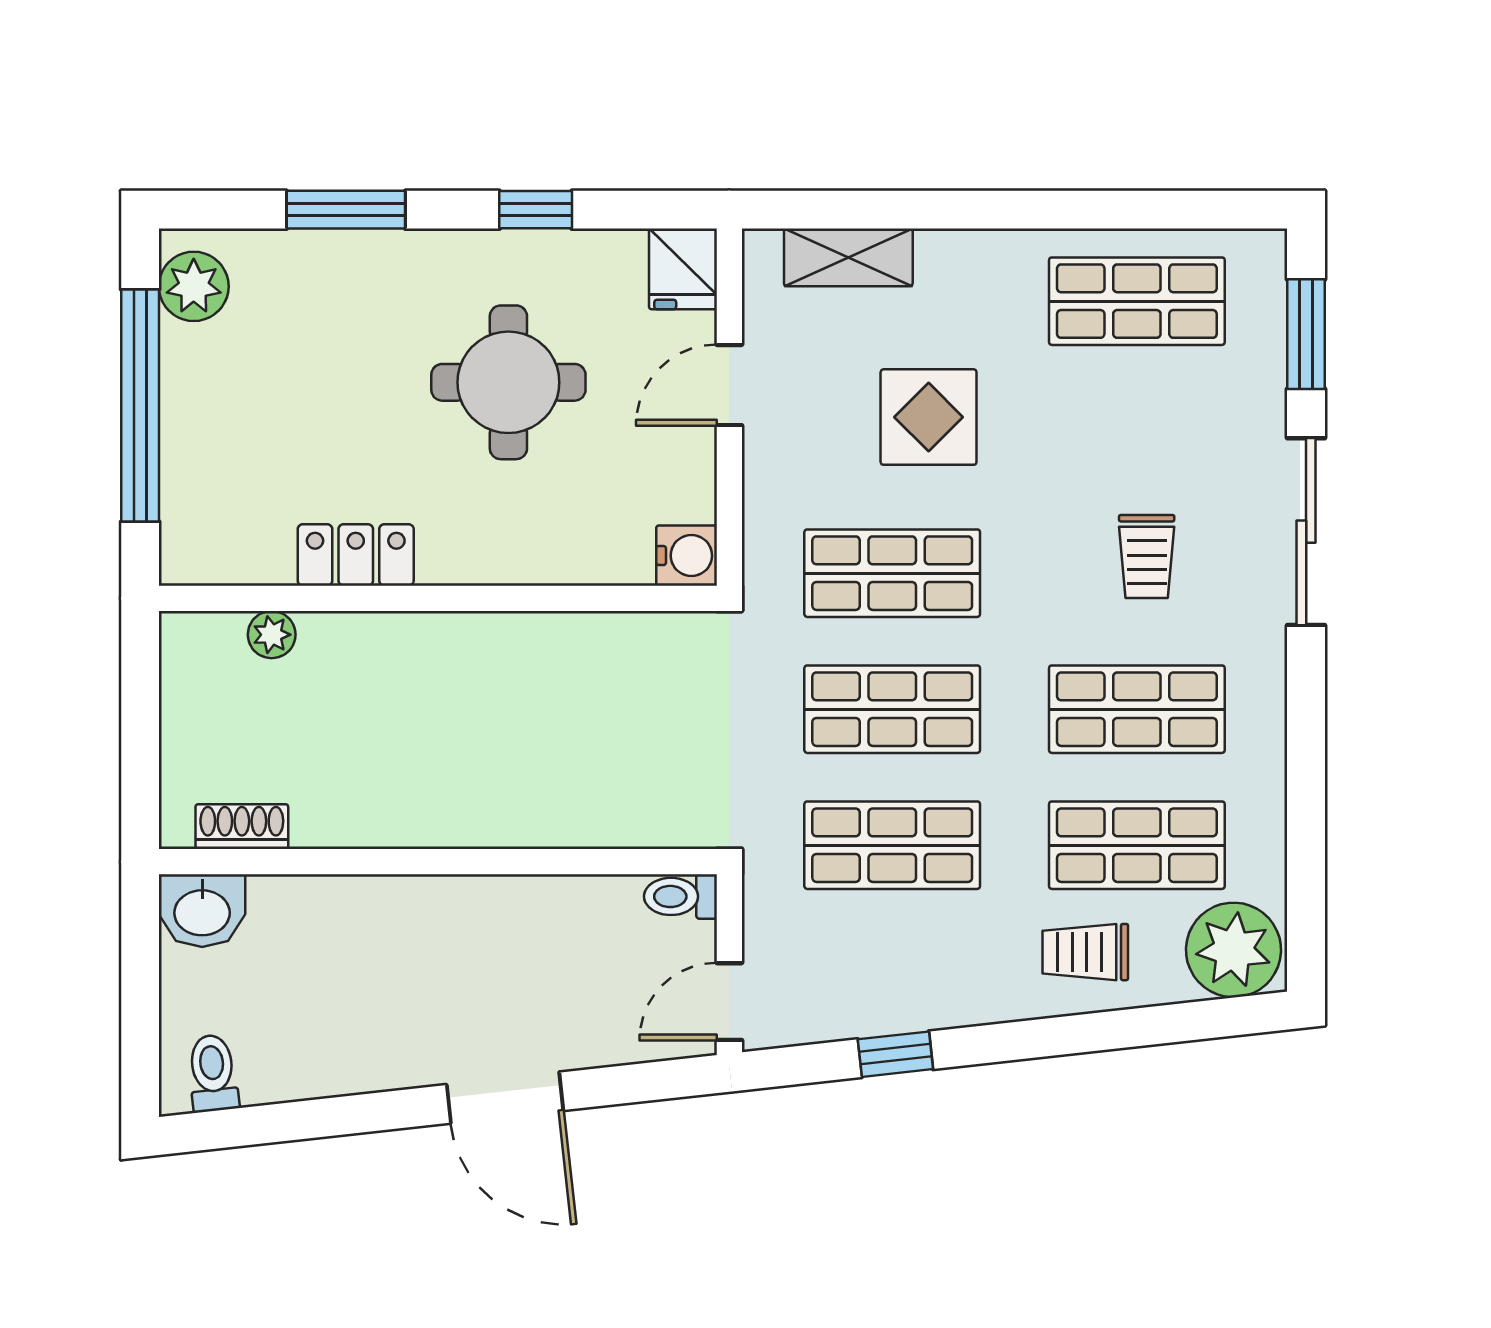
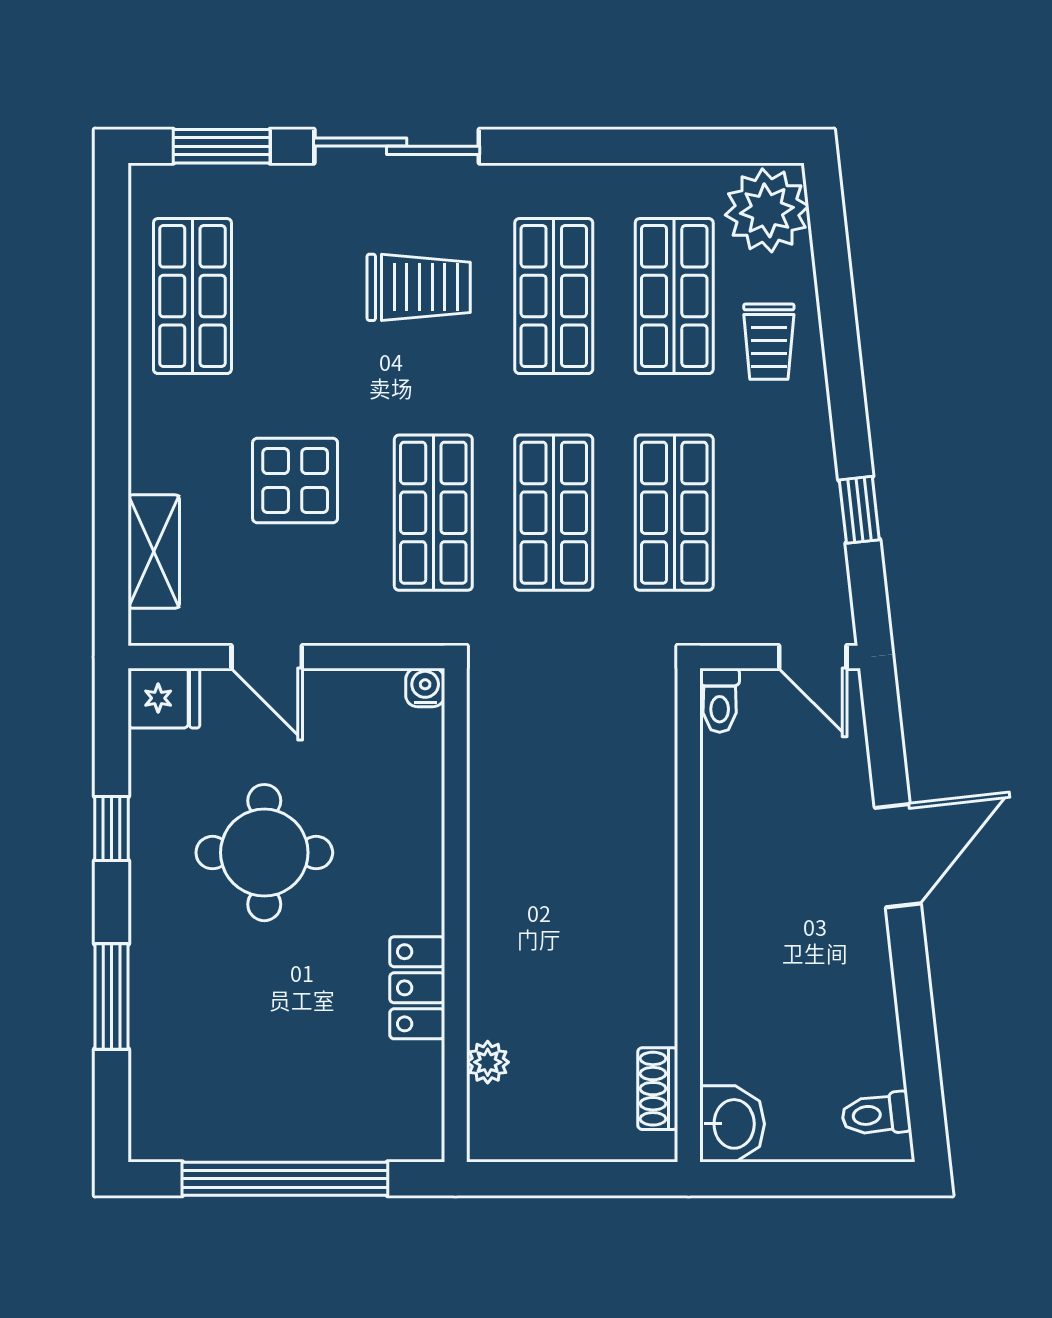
plant: (194, 286) -> (179, 1131), removed
water cooler: (687, 556) -> (425, 687), width x0.72, depth x0.72
trolley: (1147, 557) -> (419, 287), width x1.36, depth x1.39

